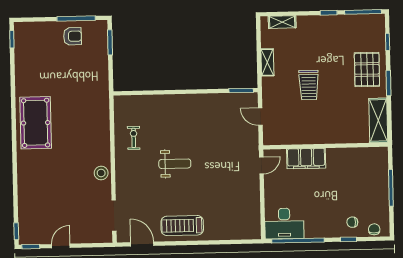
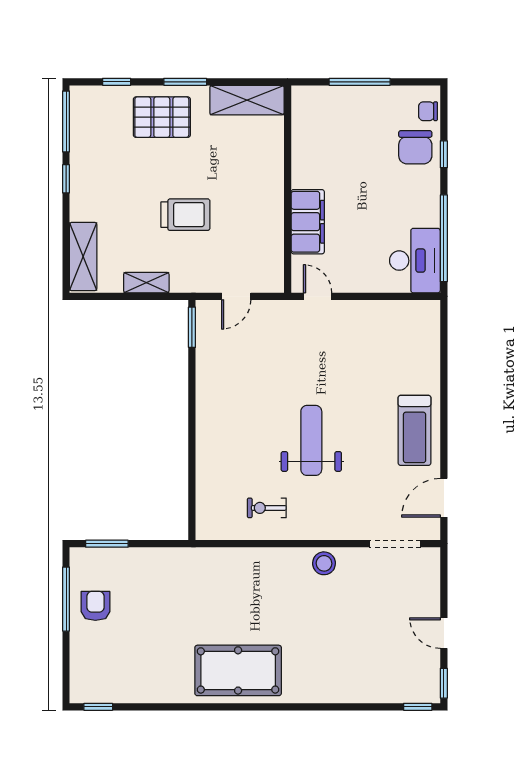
shelving: (282, 22) -> (83, 257), width x1.50, depth x1.33
weight bench: (175, 164) -> (311, 440), width x1.36, depth x1.33
chair: (352, 222) -> (415, 147), width x1.87, depth x1.87

